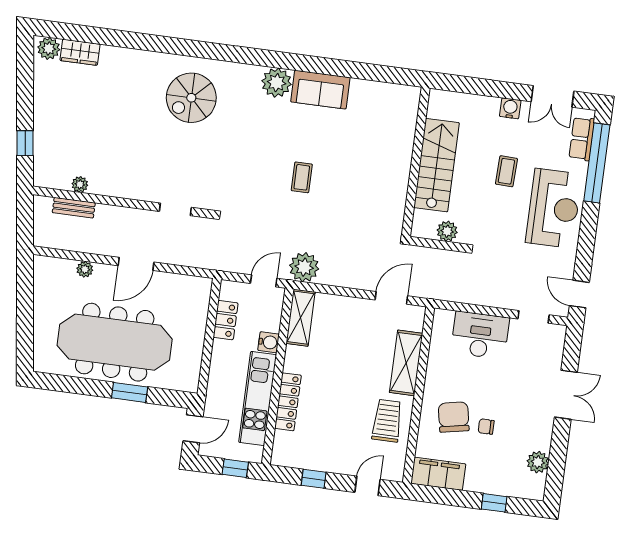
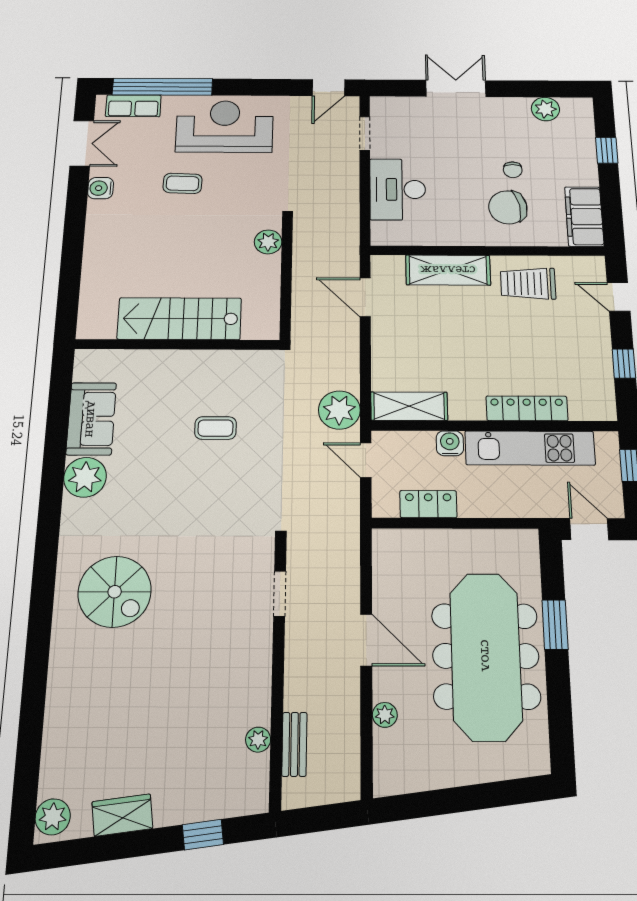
wardrobe: (80, 52) -> (122, 815), moved, turned -98
wall: (416, 162) -> (177, 344), moved
stairs: (437, 165) -> (179, 319), moved

